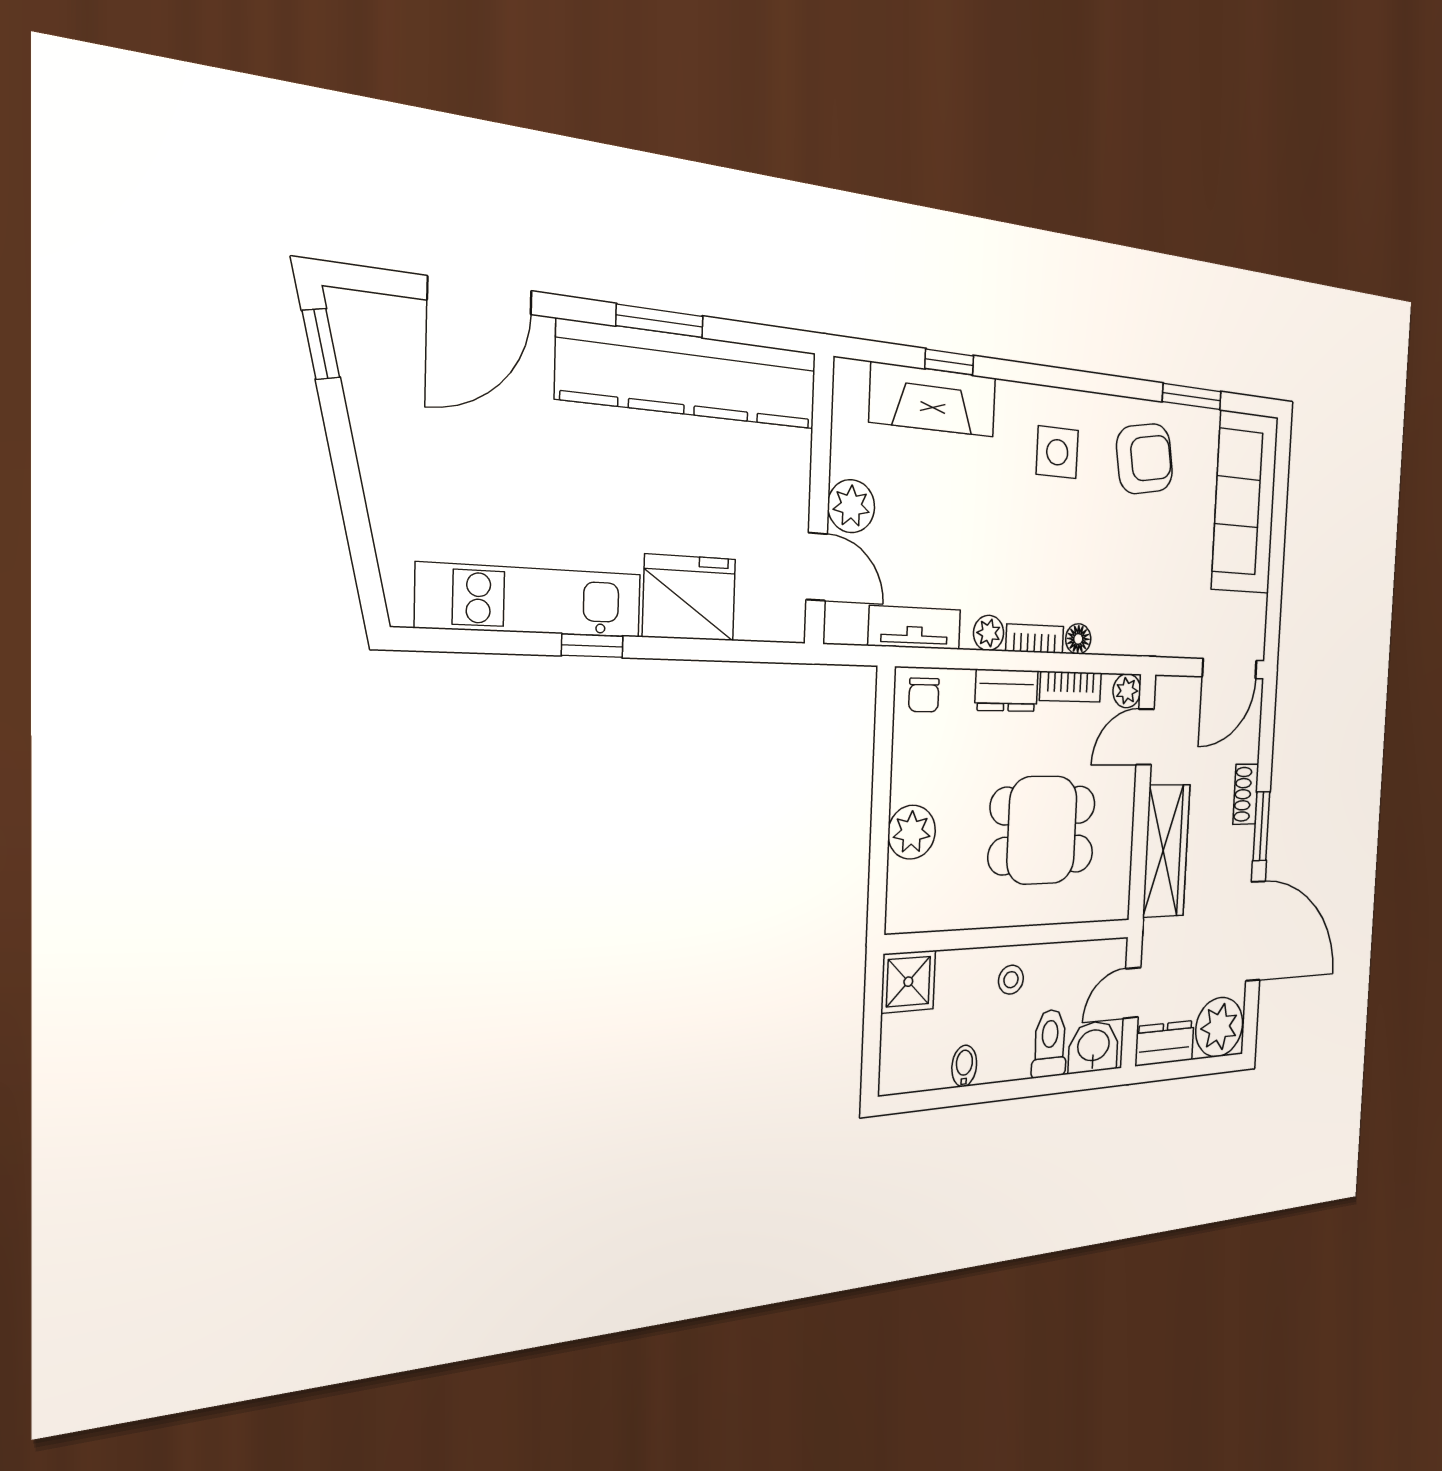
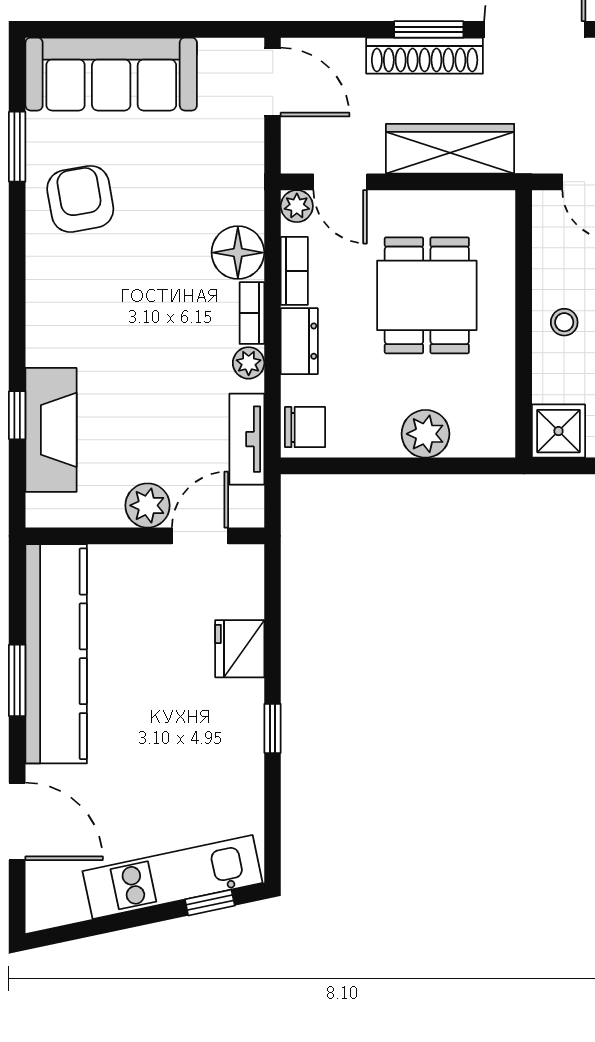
window: (321, 344) -> (210, 903), moved
side table: (1057, 452) -> (83, 298), removed
fridge: (689, 598) -> (240, 649), width x0.73, depth x0.75
kitchen unit: (531, 600) -> (173, 877), moved, turned 78
floor lamp: (1078, 639) -> (238, 253), width x1.89, depth x1.89
chair: (924, 695) -> (305, 427), width x1.37, depth x1.37
shoe rack: (1246, 794) -> (425, 56), width x1.94, depth x1.24

